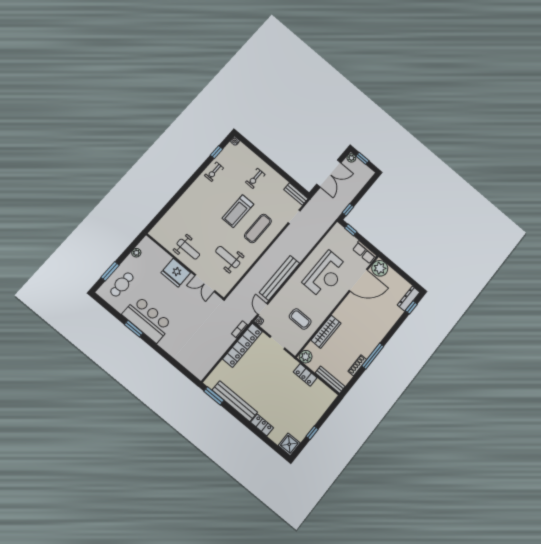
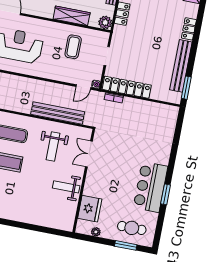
weight bench: (188, 249) -> (66, 187), turned -90
fridge: (176, 273) -> (90, 209), moved
bench: (280, 278) -> (58, 113), moved
double door: (205, 283) -> (89, 154), swing flipped

